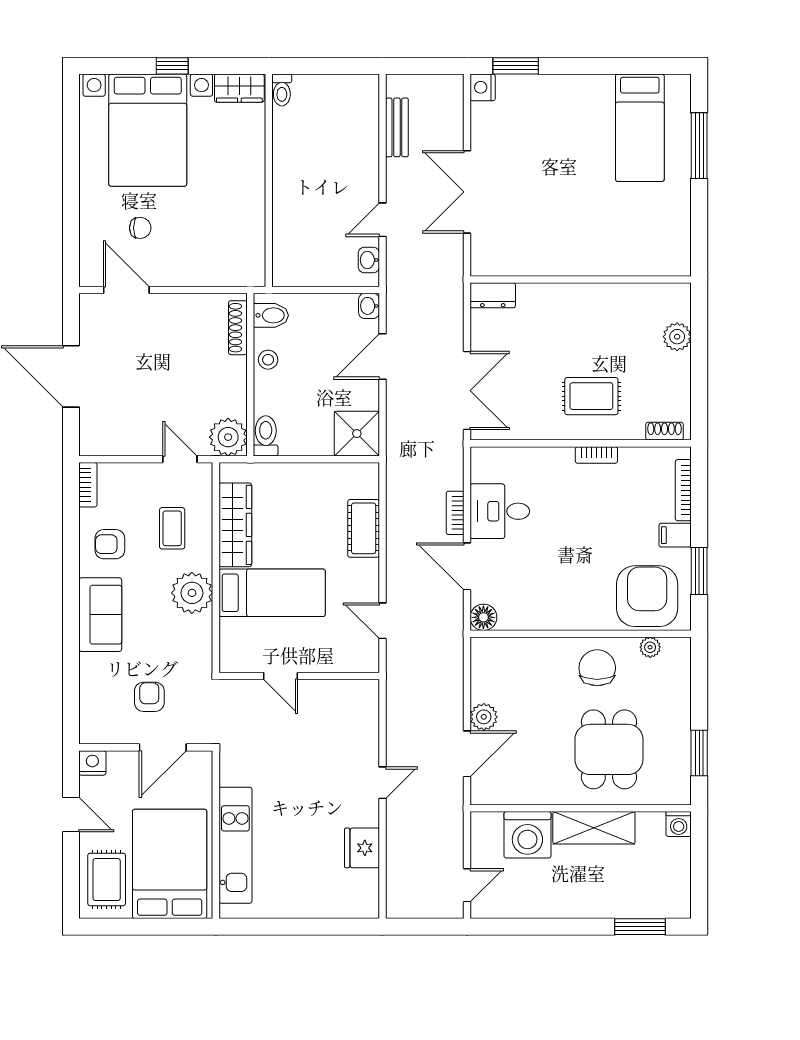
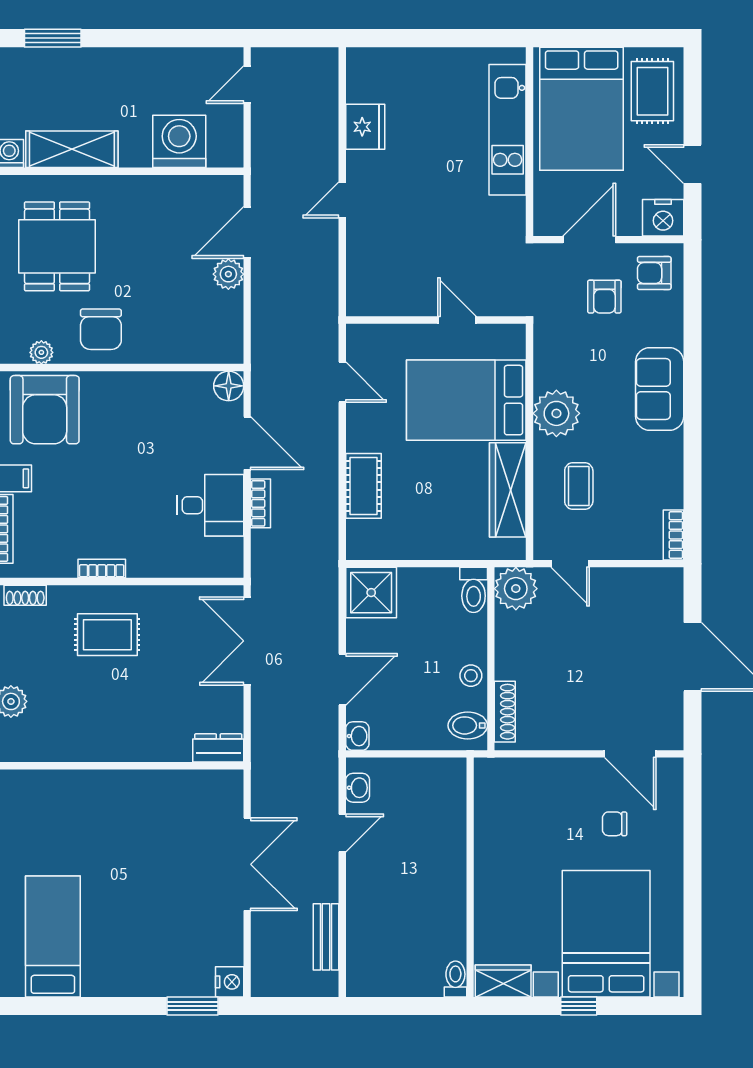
armchair: (110, 544) -> (654, 273), moved, turned 180
bed: (272, 593) -> (466, 400), width x1.50
dining table: (609, 749) -> (57, 246), moved
nightstand: (92, 763) -> (663, 218), width x1.36, depth x1.33
shelving: (594, 828) -> (72, 149), moved

